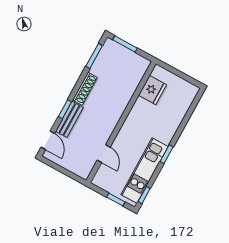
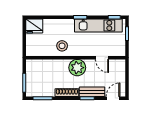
fridge: (152, 90) -> (34, 26), moved, turned 180
stool: (144, 114) -> (62, 46), added
plant: (108, 118) -> (77, 68), added
door: (104, 154) -> (102, 58), swing flipped

